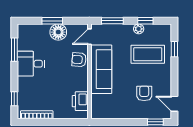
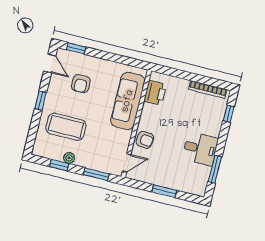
floor lamp: (58, 32) -> (161, 177), removed
window: (174, 49) -> (41, 101), moved
sofa: (101, 69) -> (128, 101), moved

